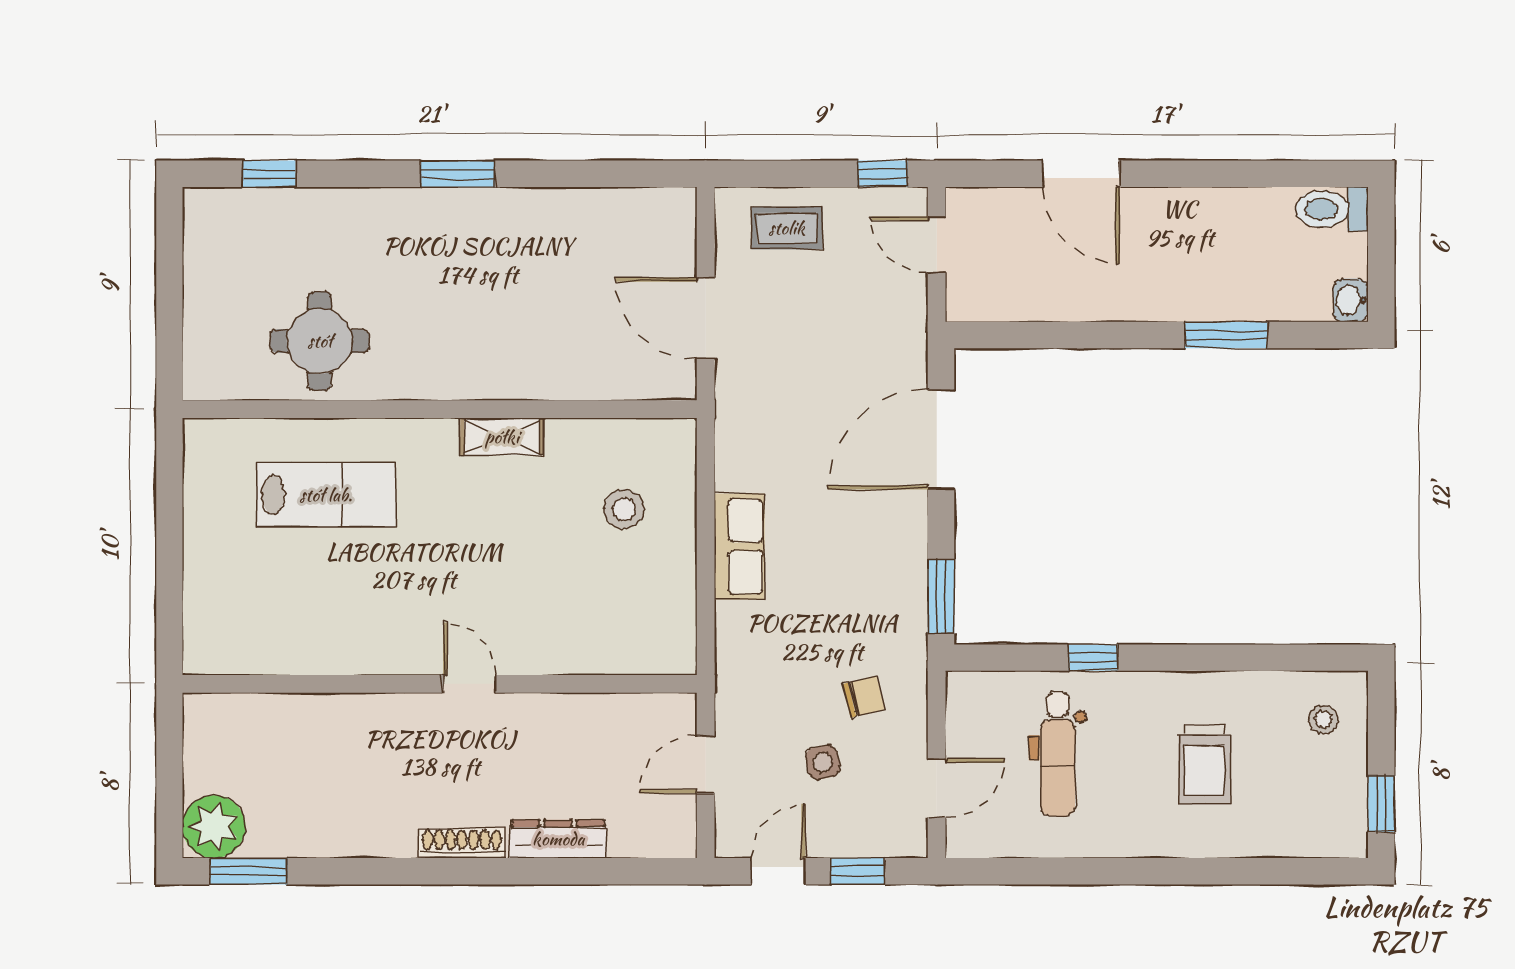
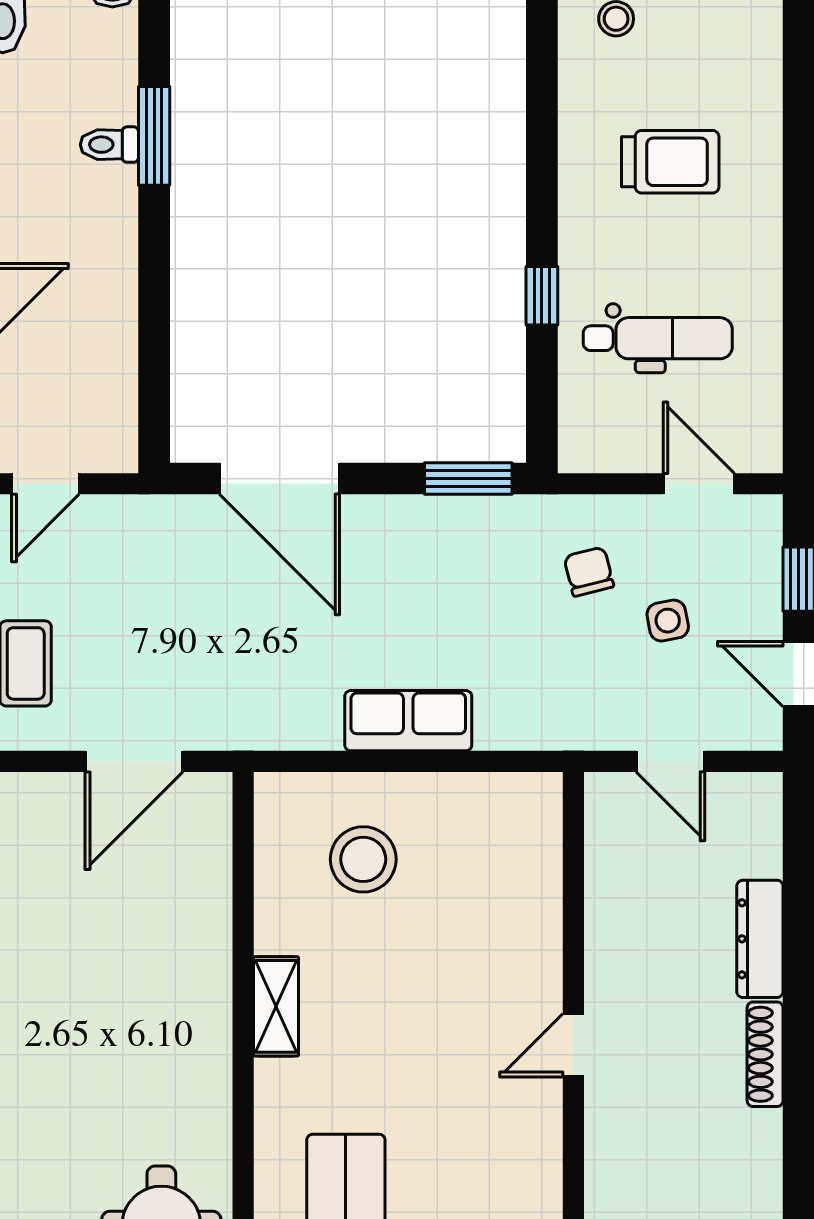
toilet: (1219, 298) -> (109, 145), added
stool: (624, 509) -> (363, 859), width x1.38, depth x1.38

